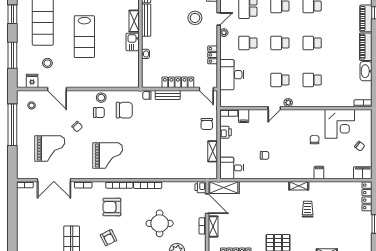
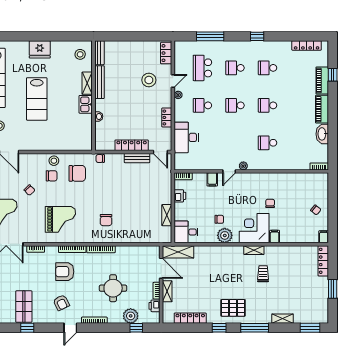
school desk: (280, 80) -> (235, 143), removed
bench: (168, 95) -> (137, 158), moved
filing cabinet: (244, 116) -> (212, 179), moved
chair: (207, 124) -> (106, 220), moved
corner desk: (340, 124) -> (254, 228), moved, turned 180
plant: (270, 171) -> (225, 235), added
filing cabinet: (363, 173) -> (324, 237), width x0.50
printer: (200, 187) -> (154, 306), moved

